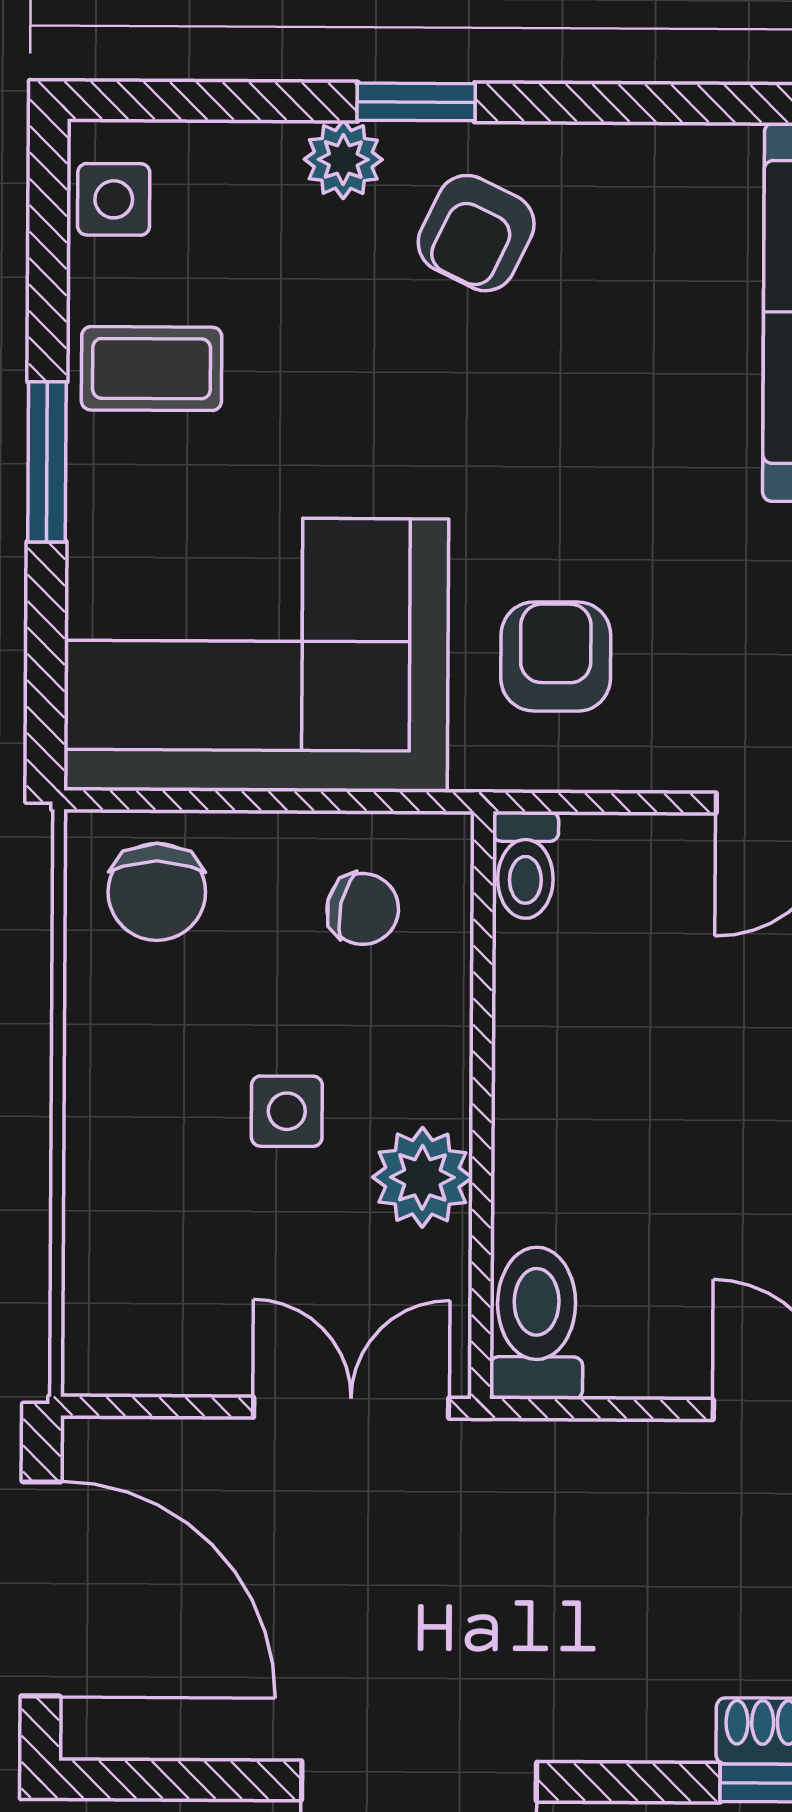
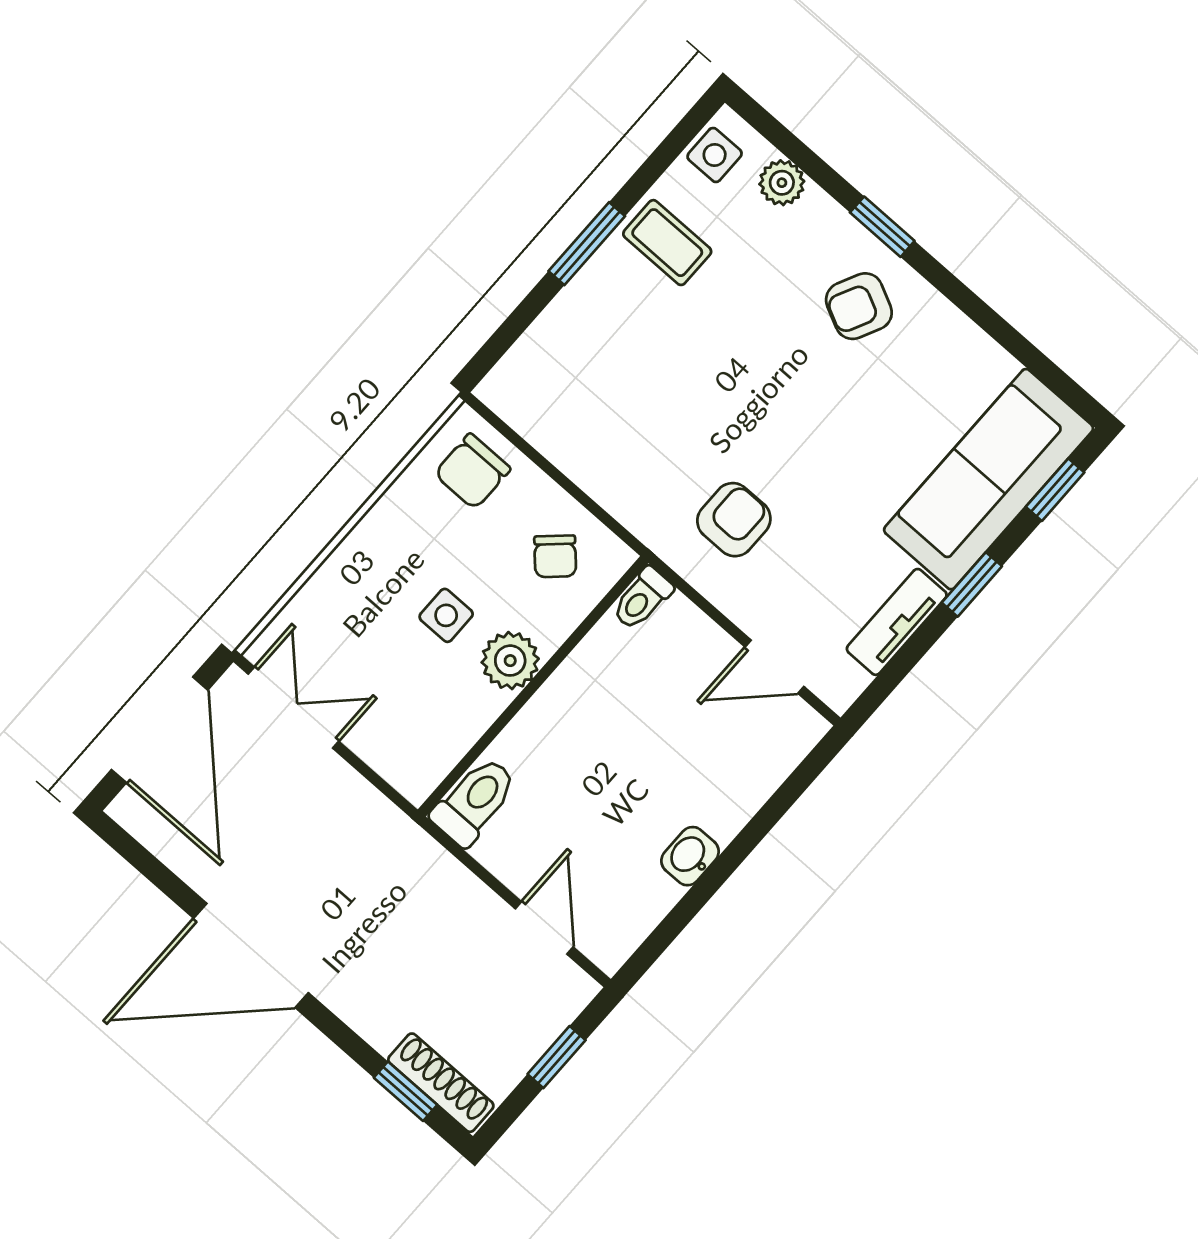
plant: (343, 159) -> (782, 183), moved
corner sofa: (256, 655) -> (605, 406), removed
chair: (363, 909) -> (555, 556), turned 34
plant: (422, 1177) -> (510, 661), moved
double door: (351, 1408) -> (293, 708), moved

